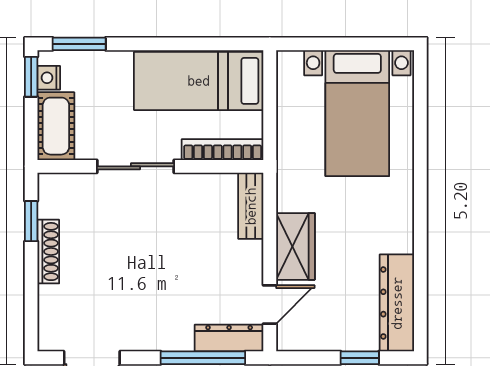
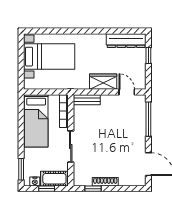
window: (31, 77) -> (47, 189), moved
dresser: (229, 338) -> (140, 108), removed

